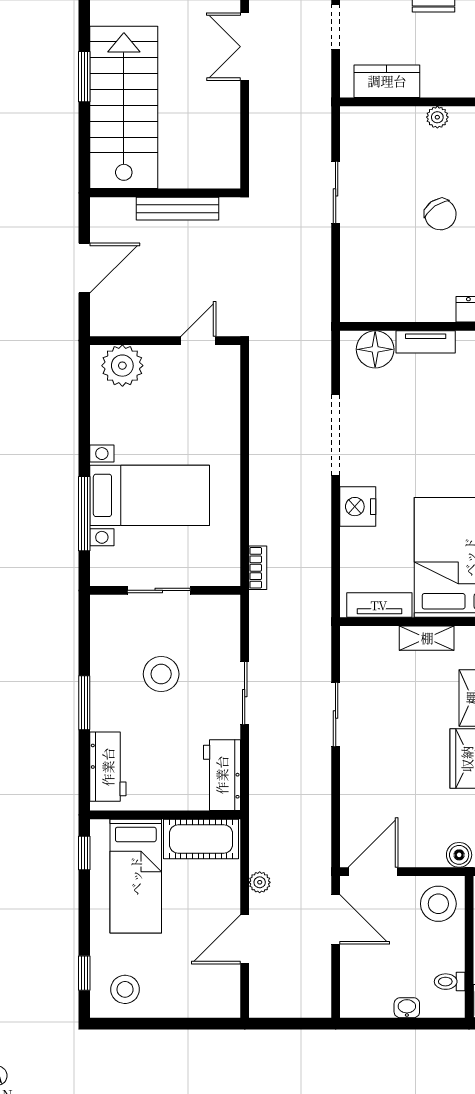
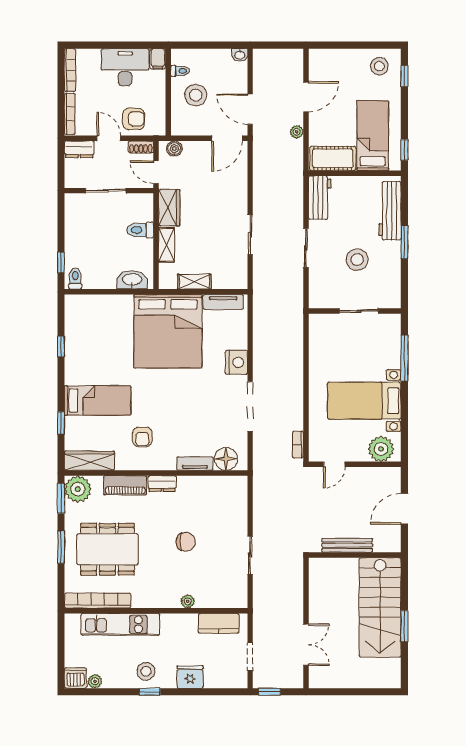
chair: (440, 214) -> (186, 542), turned 125
bed with nightstands: (150, 495) -> (364, 401), moved
bookcase: (258, 568) -> (298, 445), moved
workbench: (108, 767) -> (390, 211), width x1.38
stool: (438, 904) -> (196, 95), moved
washbasin: (407, 1008) -> (240, 55), moved

